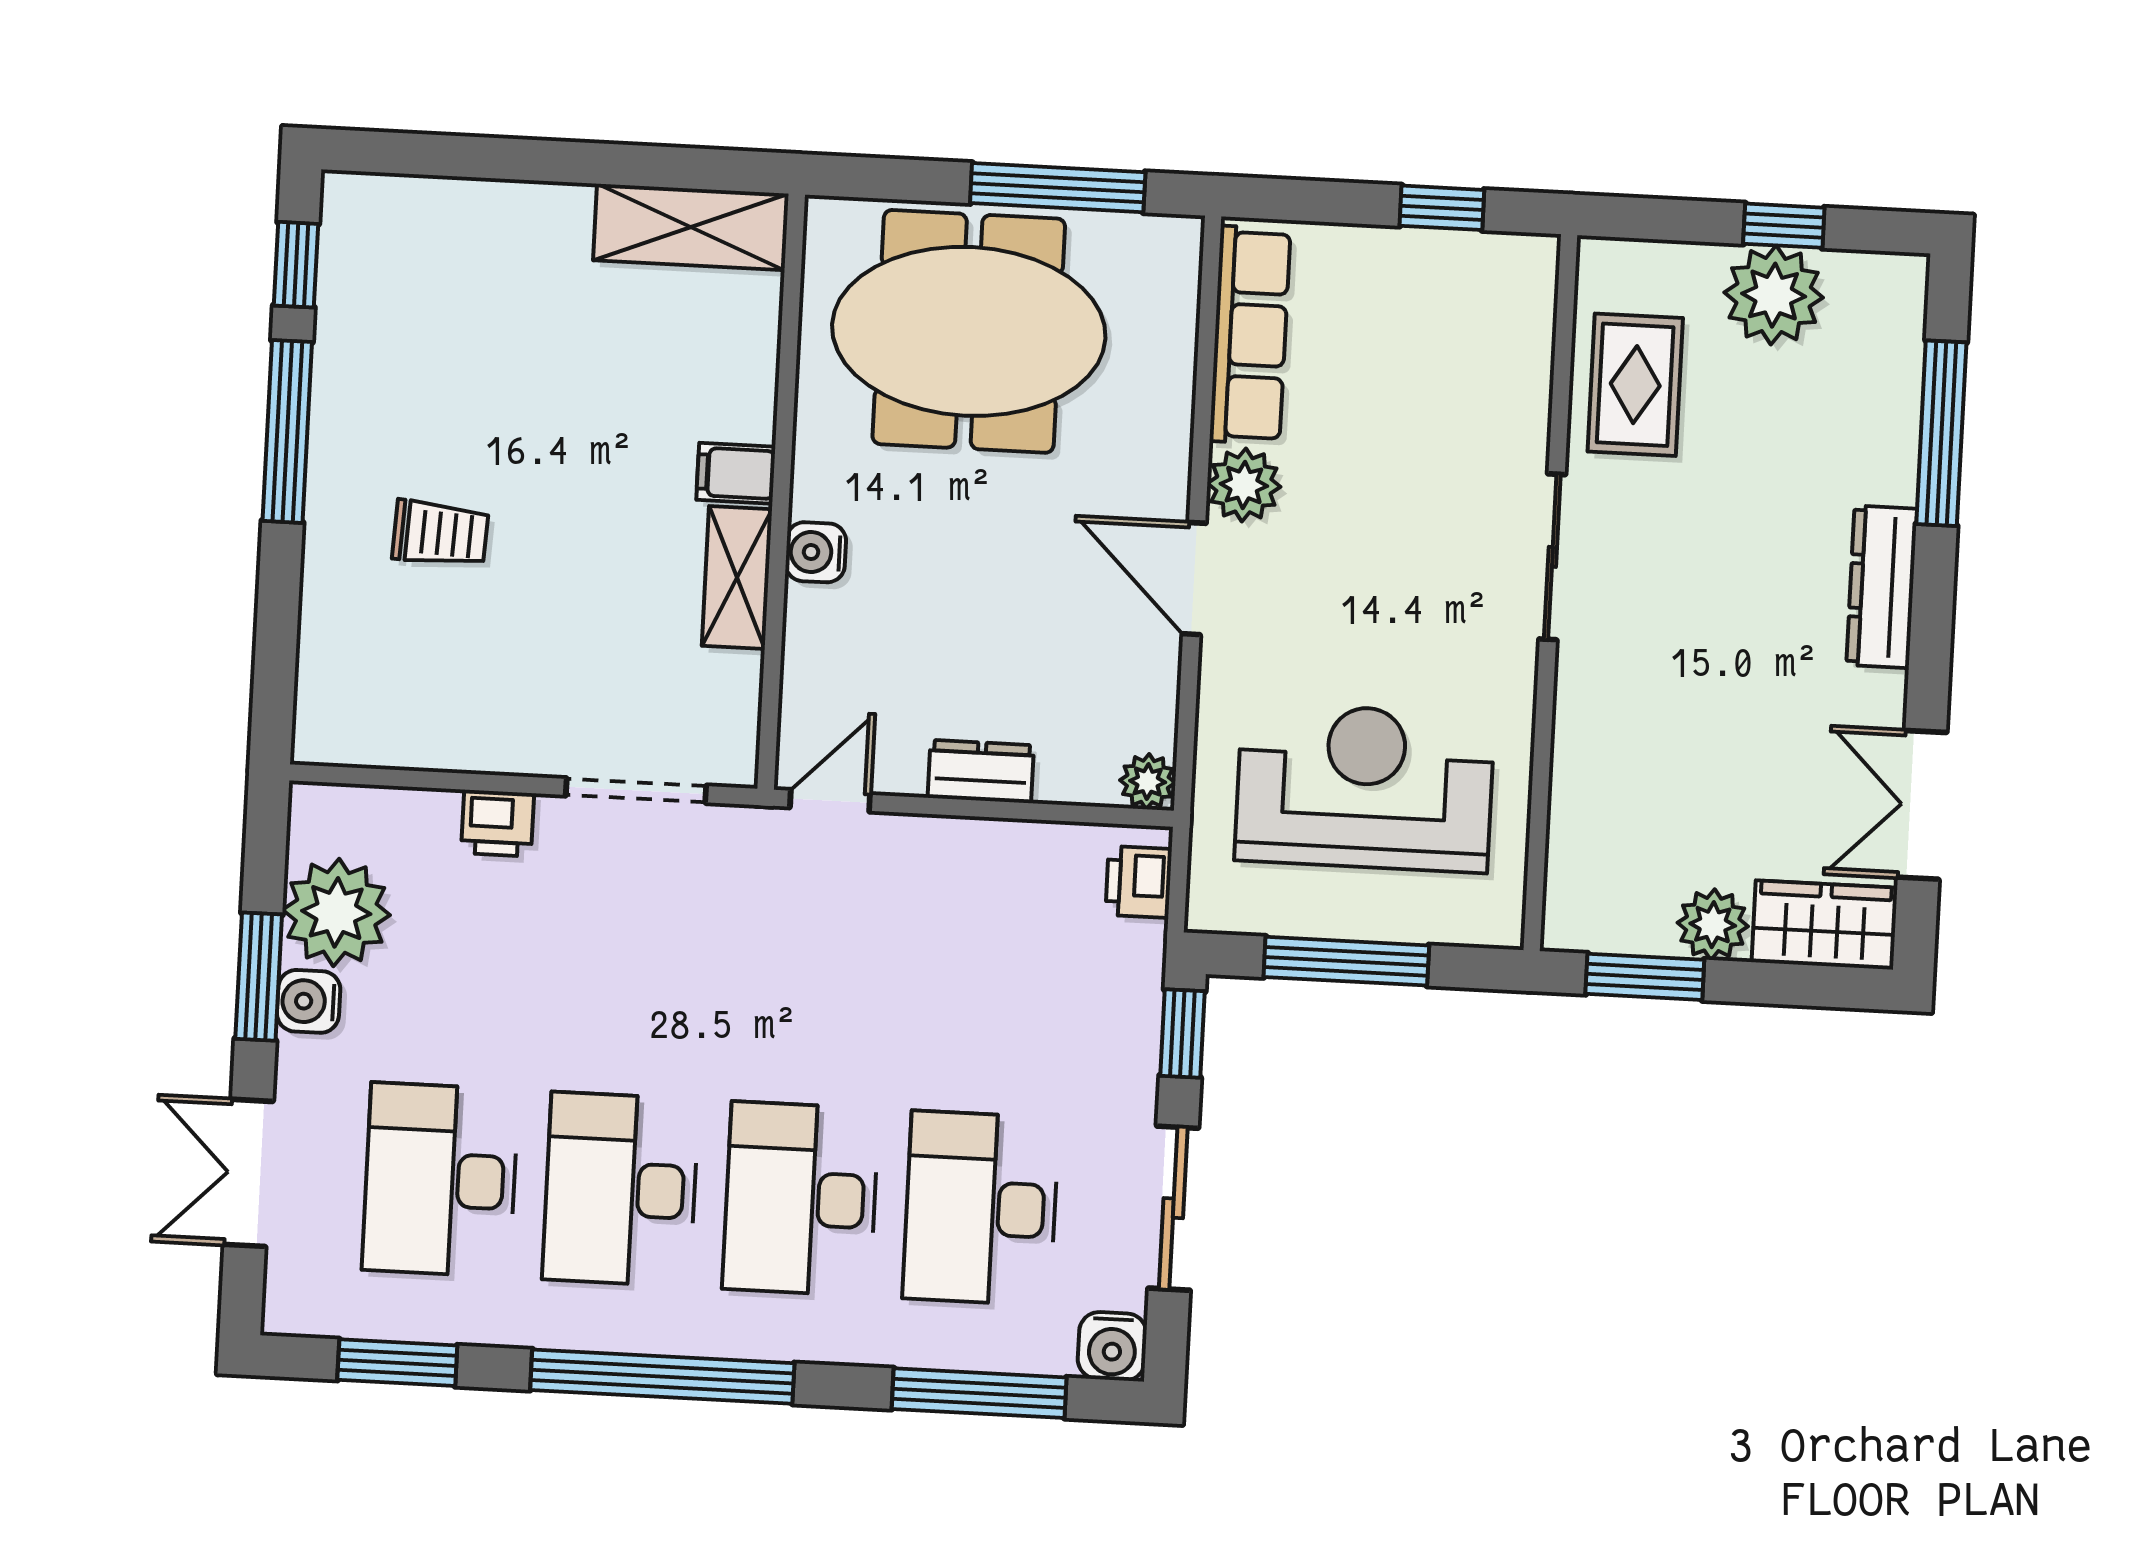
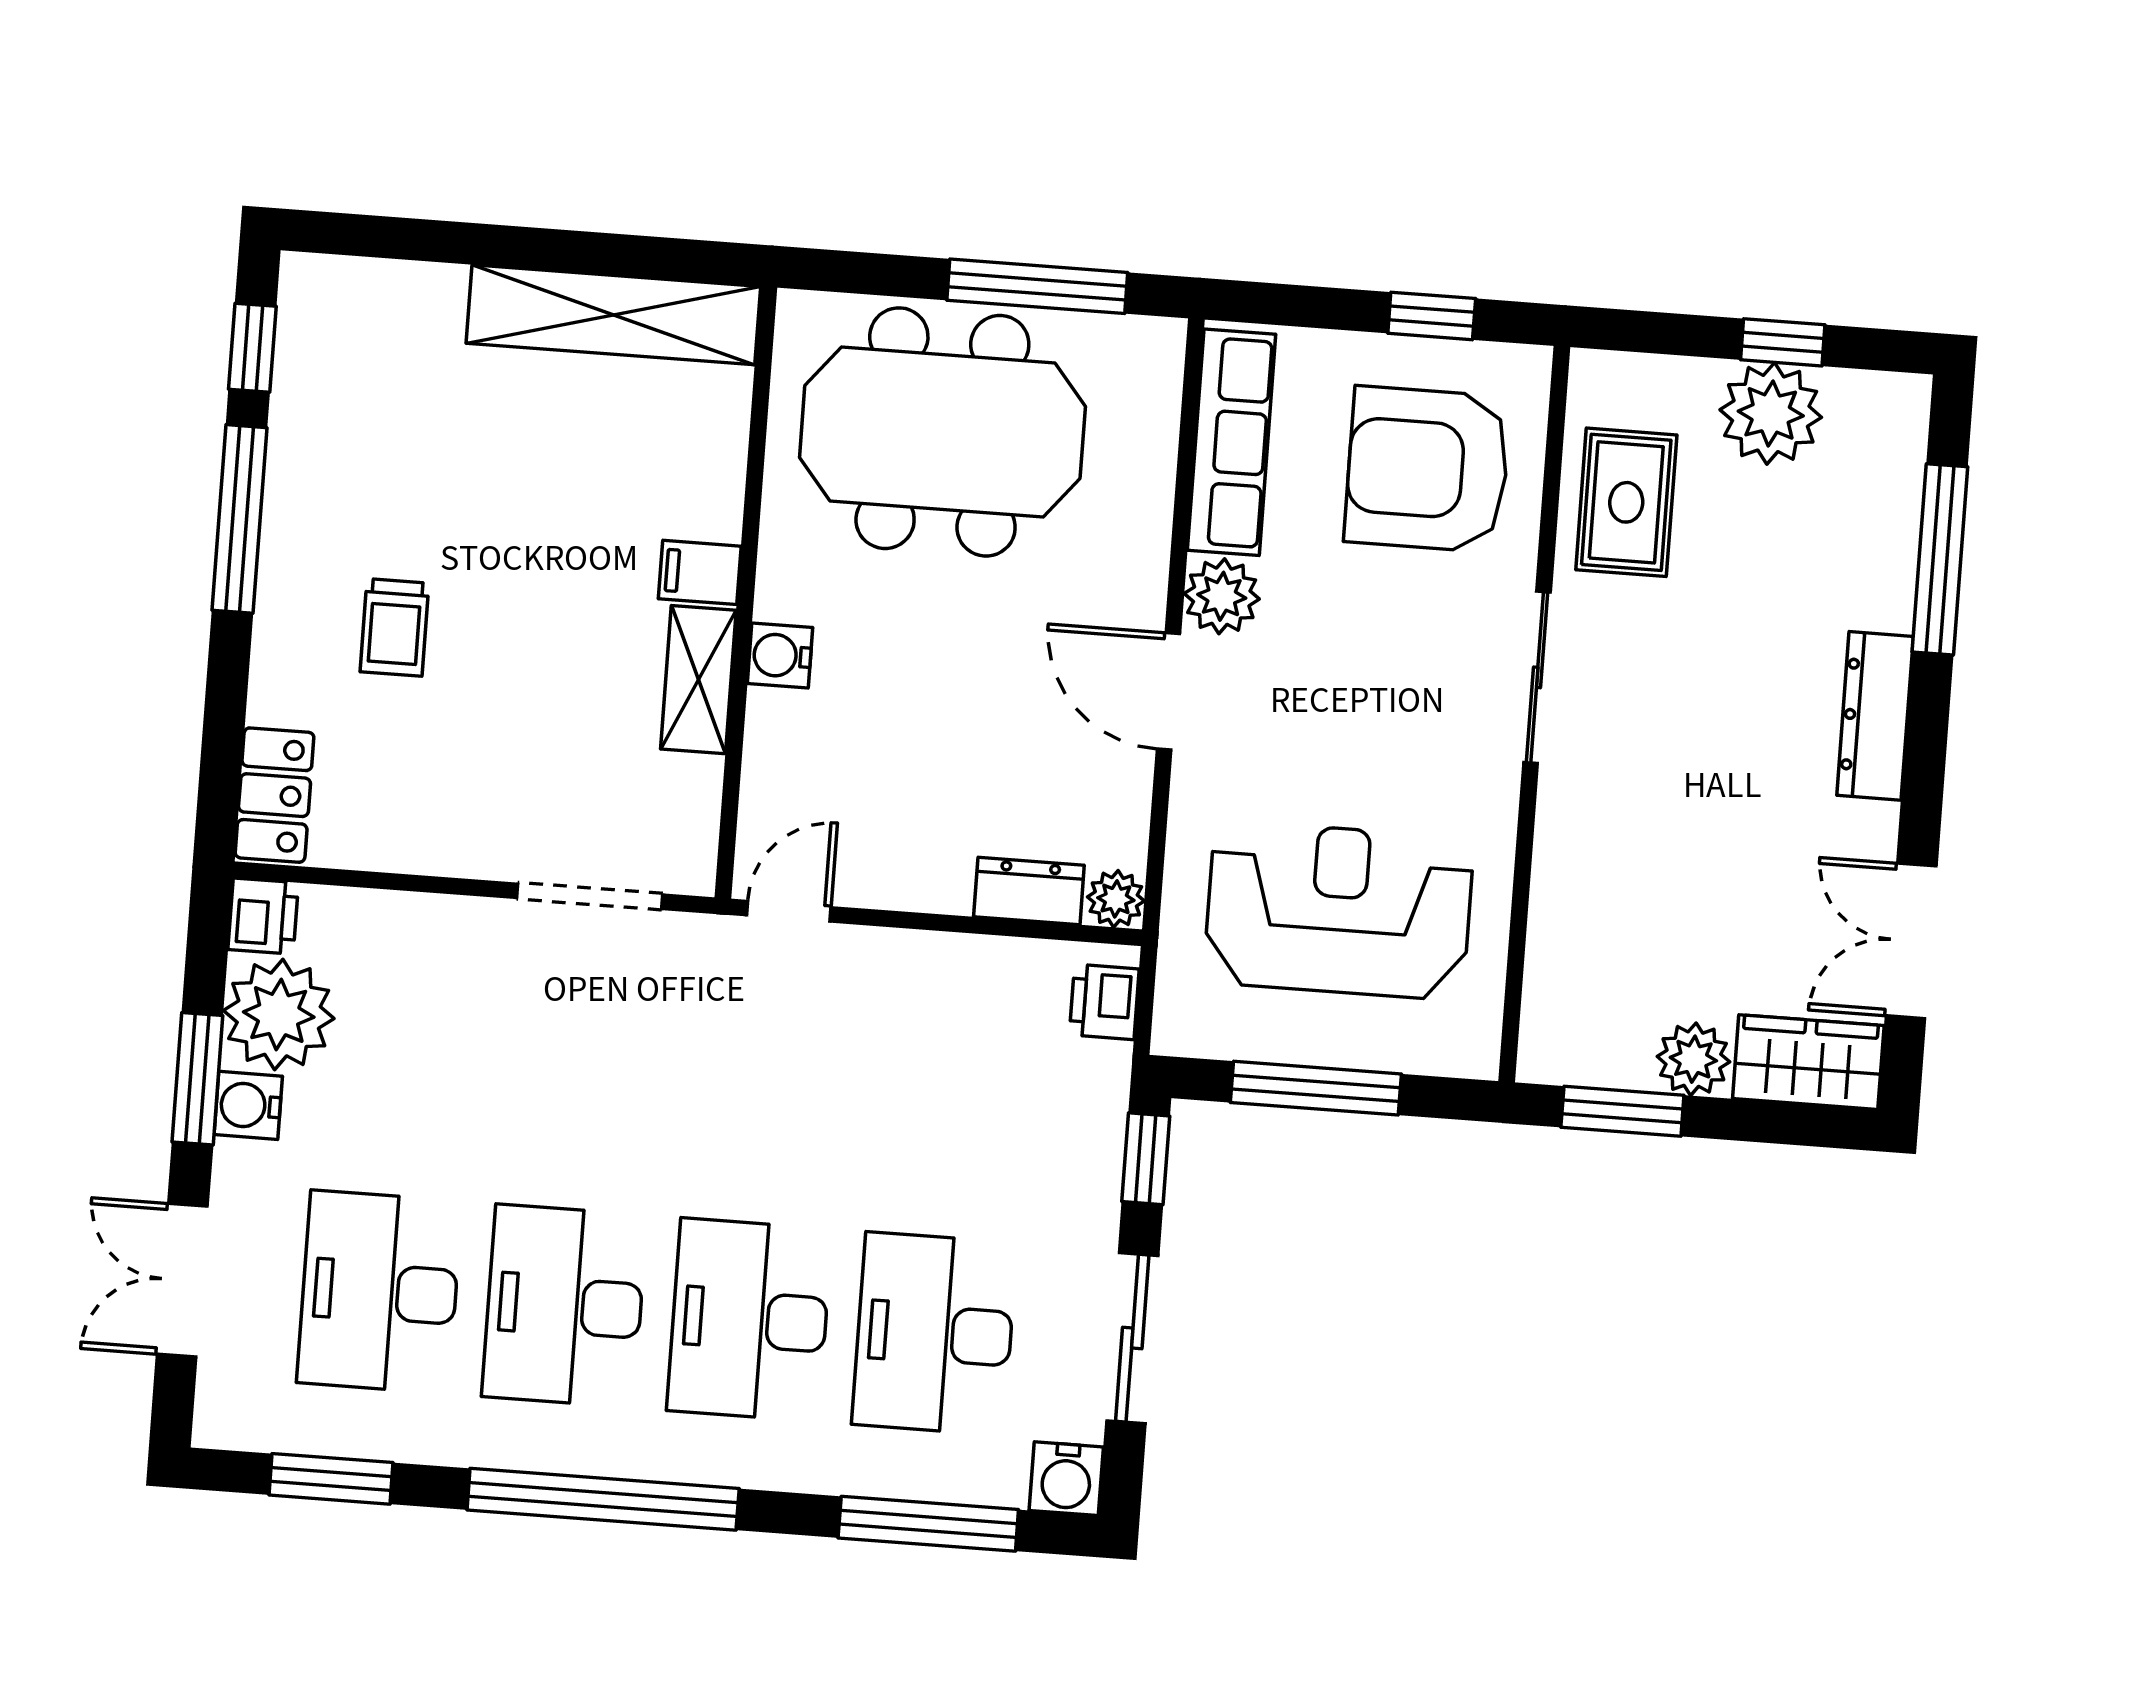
shelving: (691, 227) -> (613, 315), width x1.47
armchair: (1441, 357) -> (1427, 469), added
trolley: (440, 533) -> (395, 627), turned 87
locker: (327, 699) -> (275, 795), added
dresser: (981, 771) -> (1029, 891), moved
printer: (498, 823) -> (263, 916), moved, turned -90

